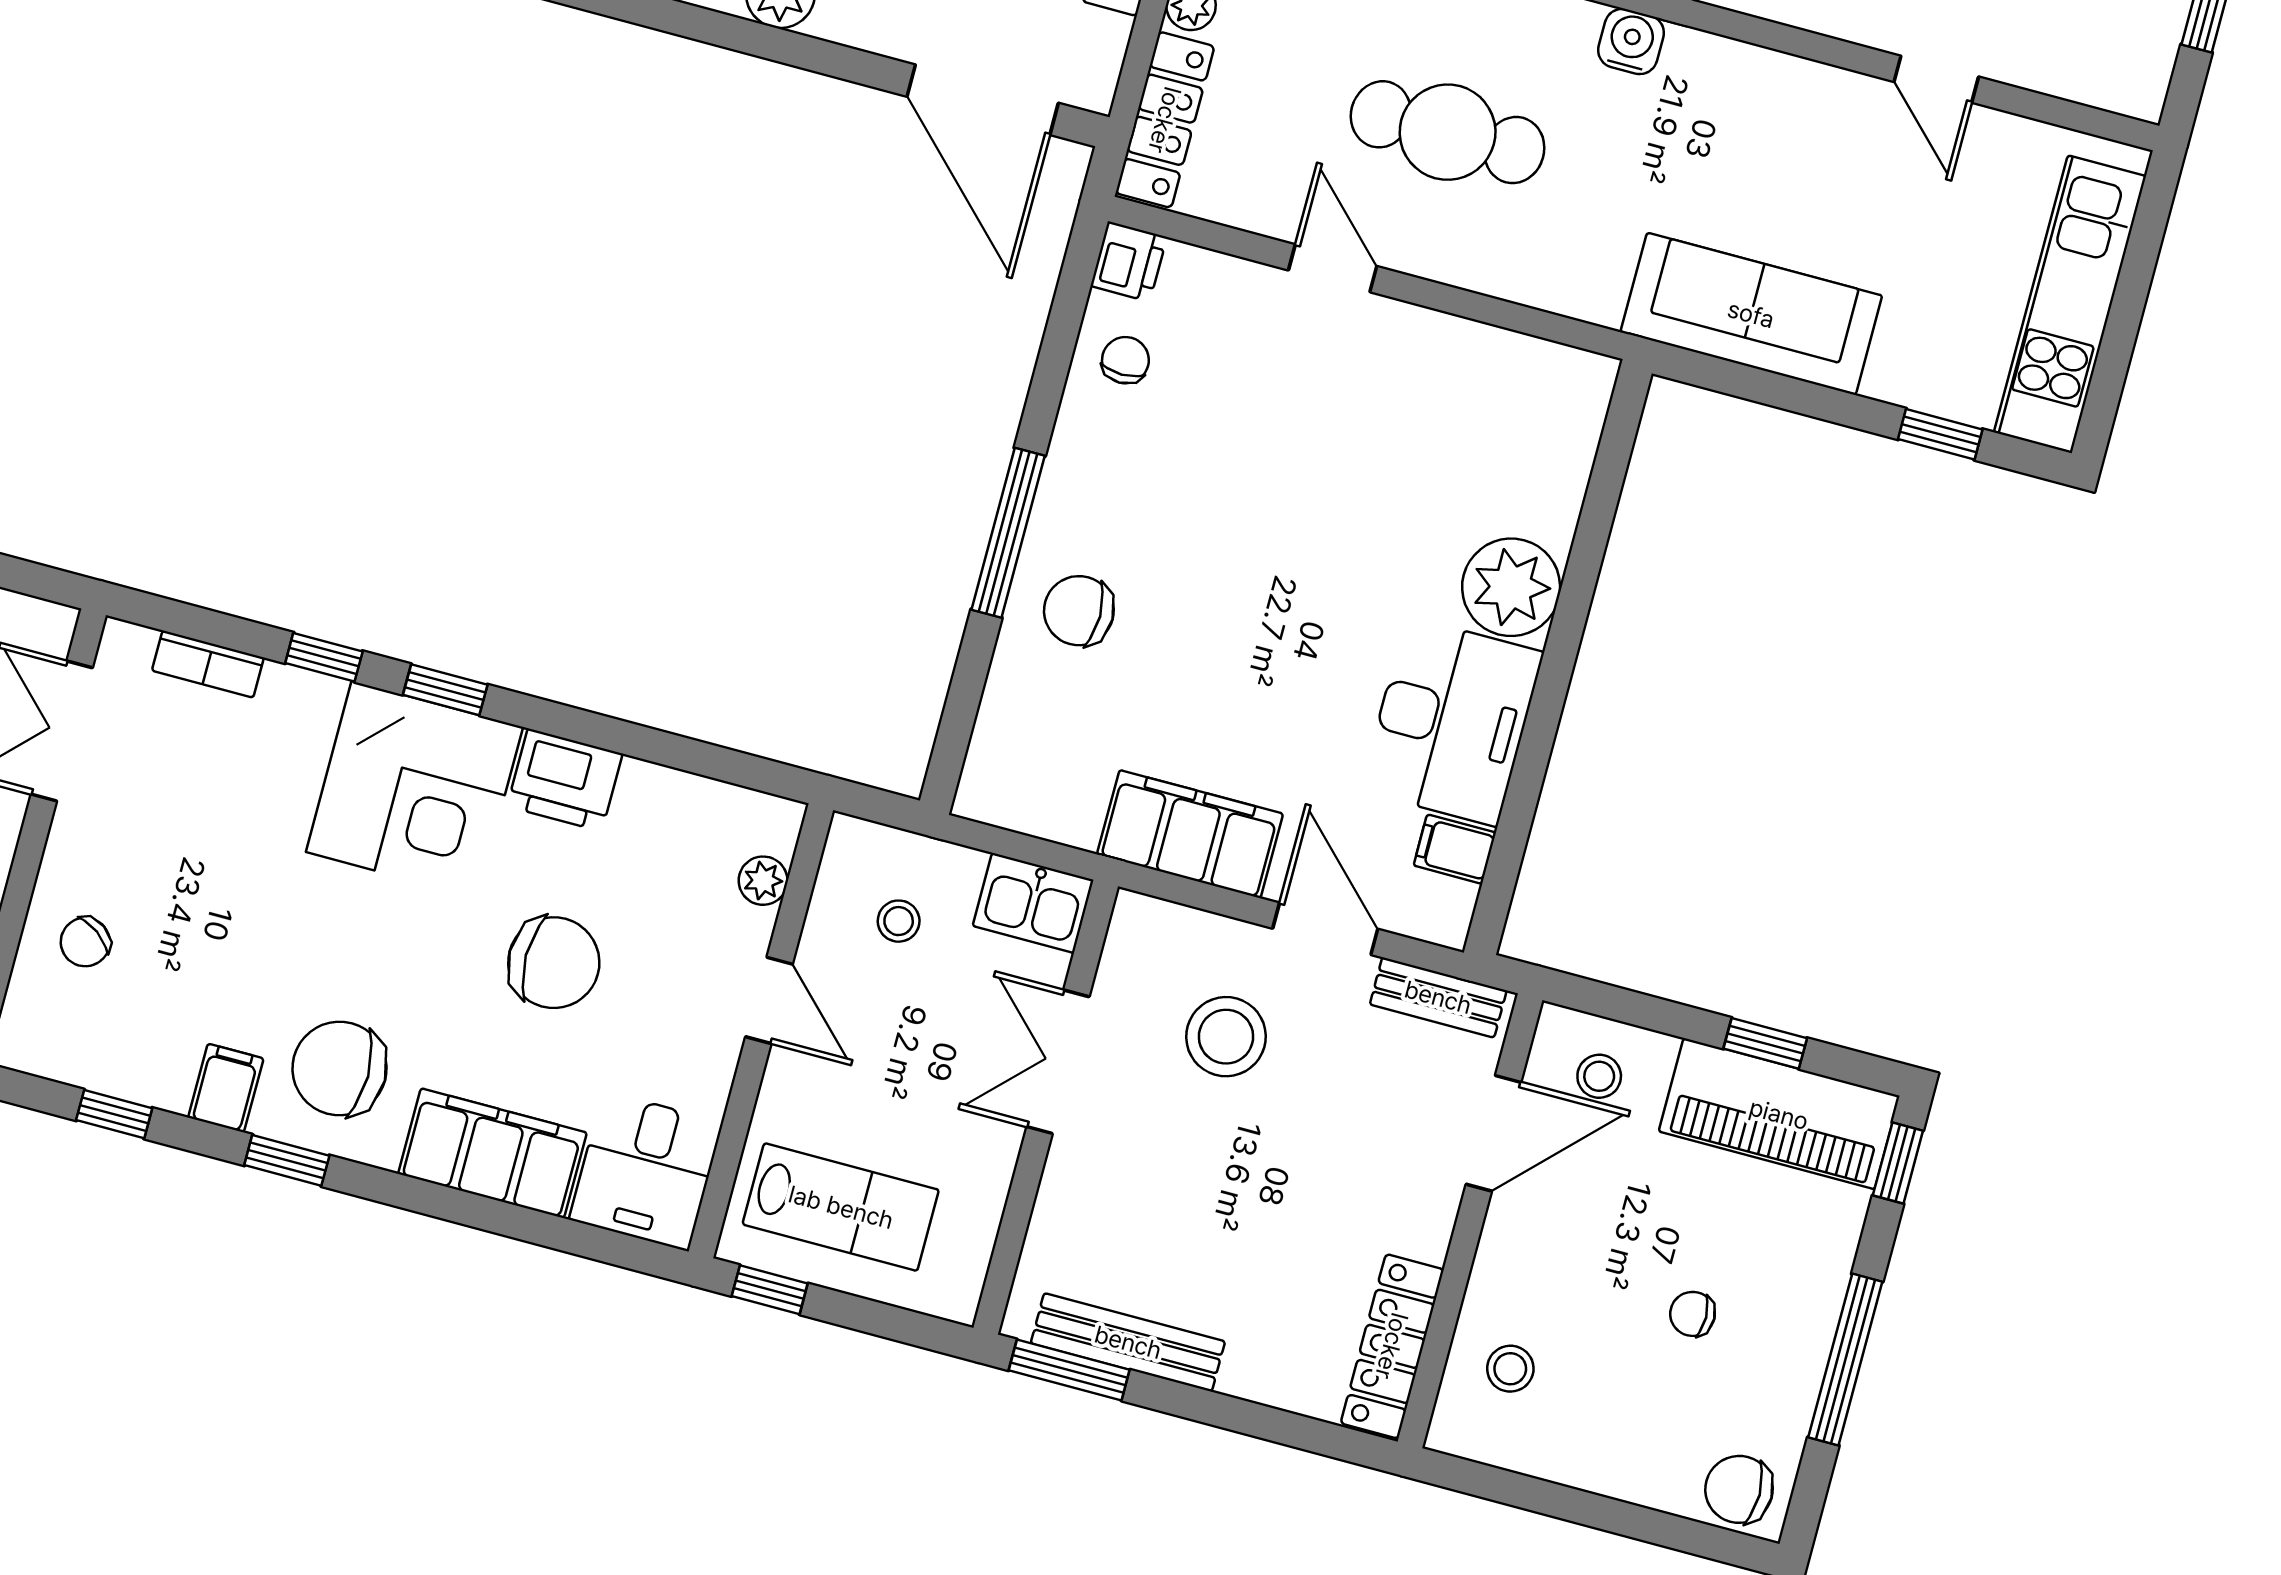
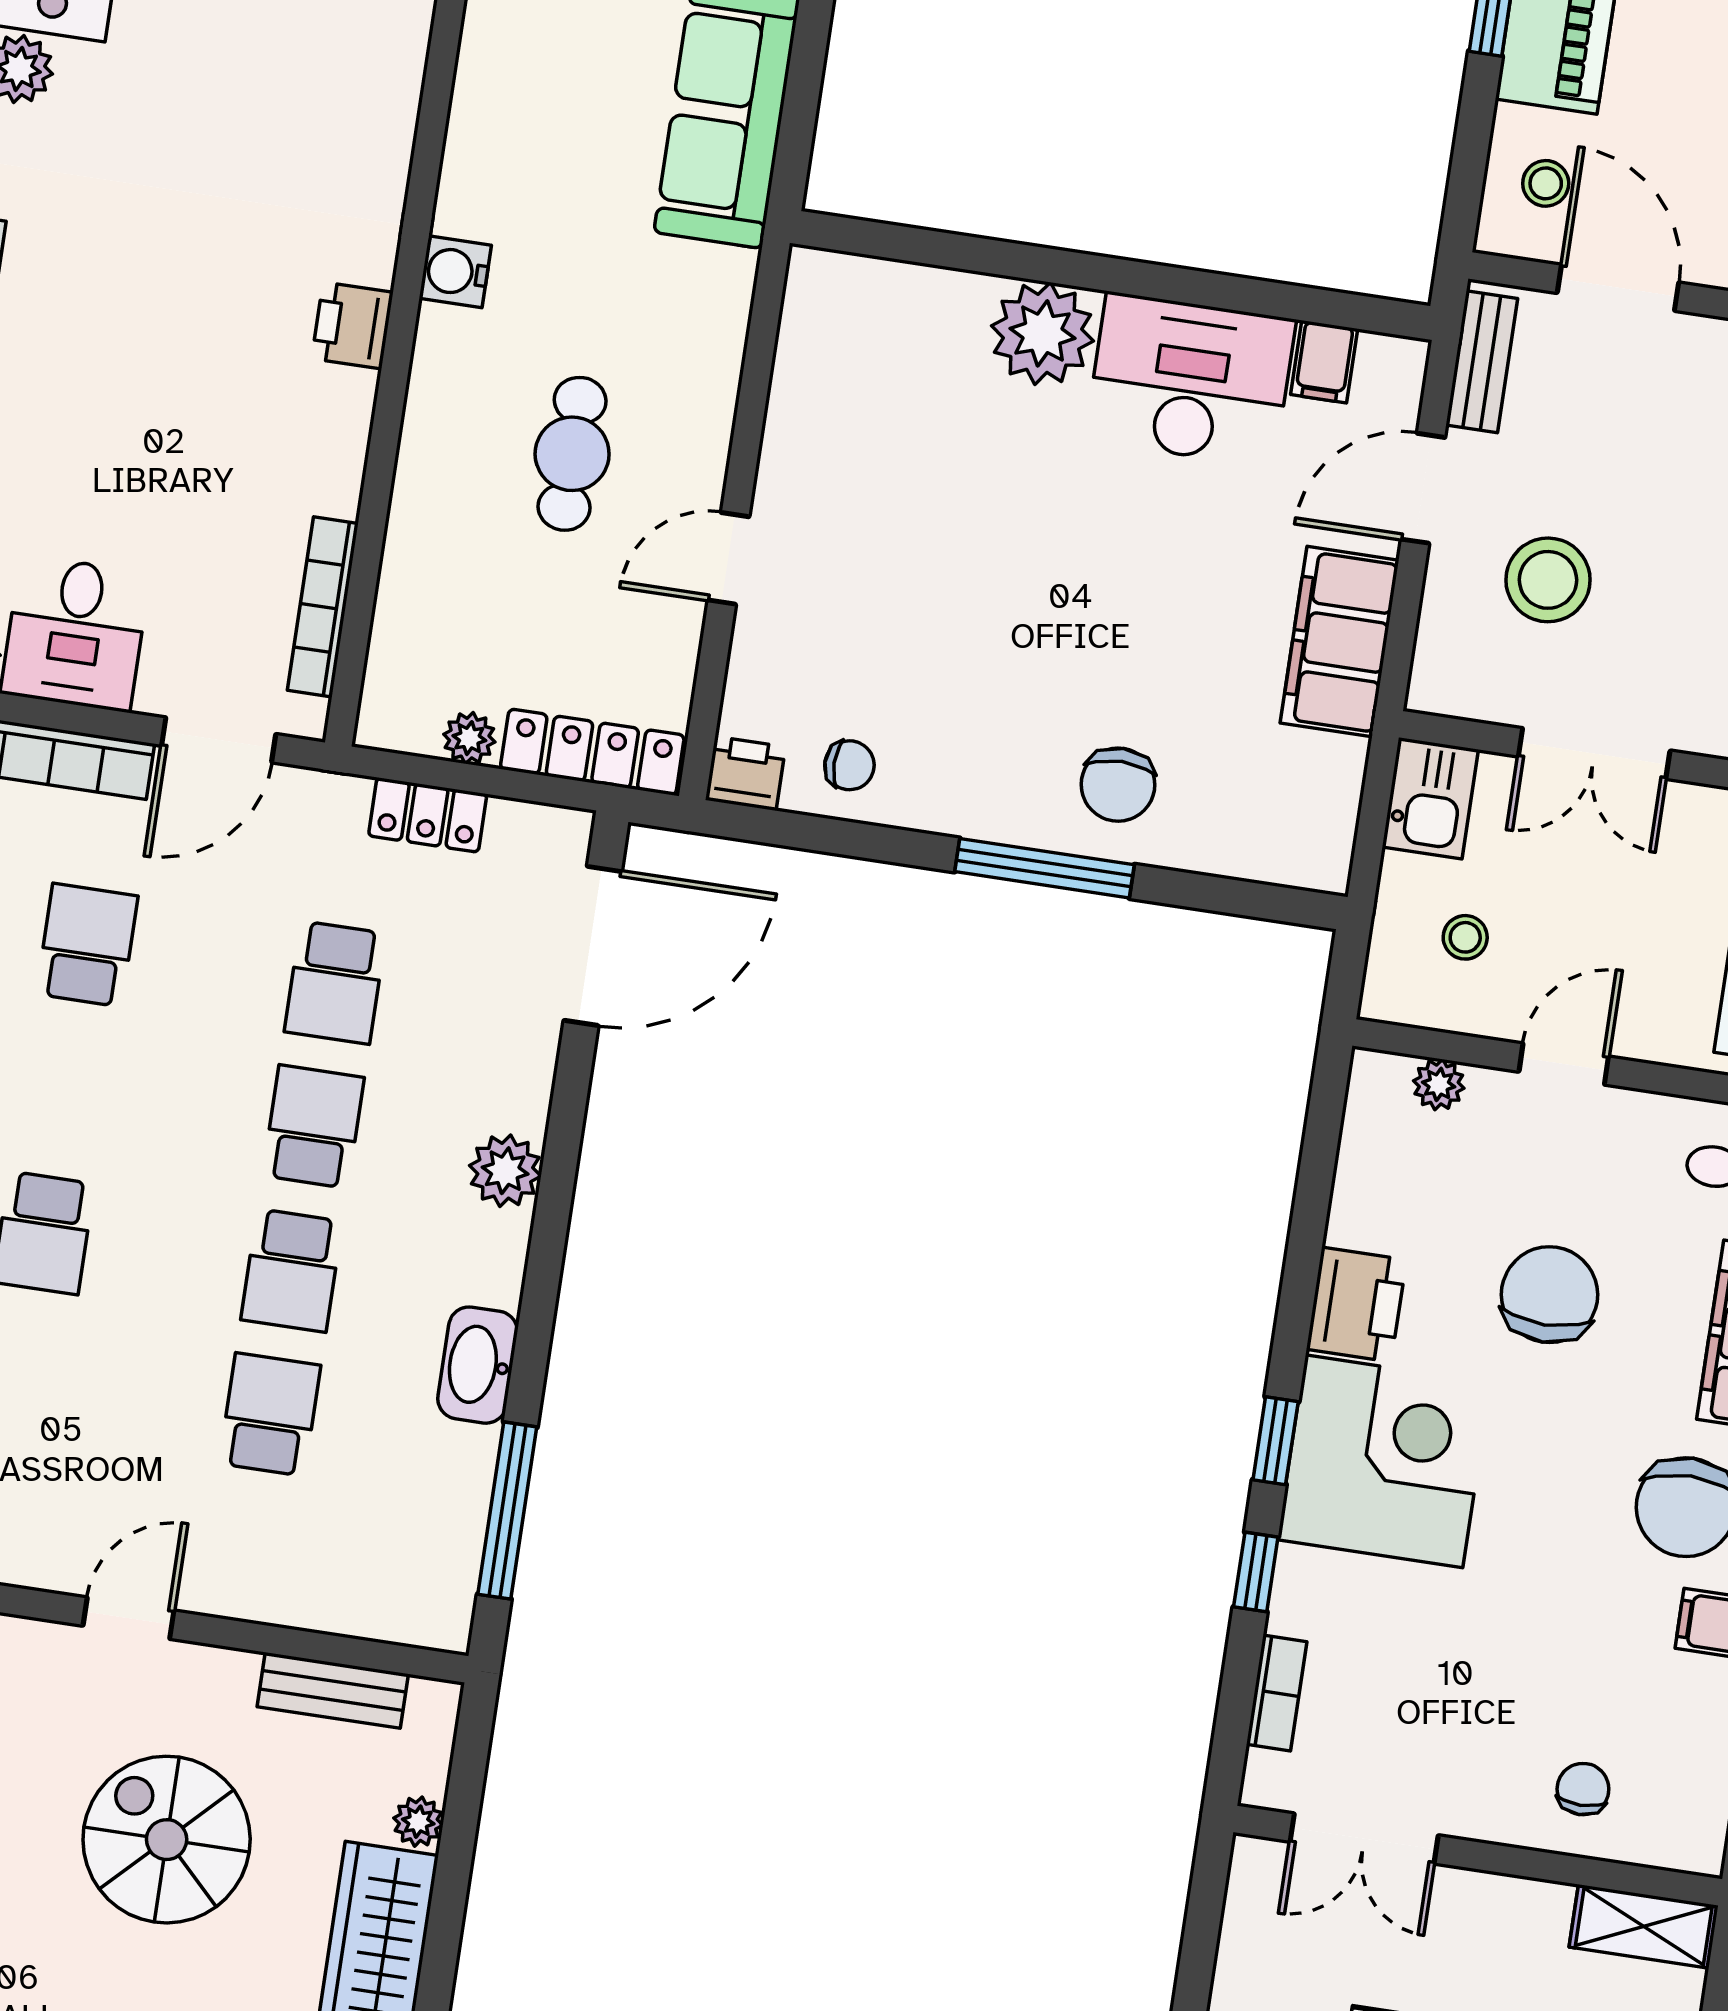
cafe table: (1448, 132) -> (572, 454), width x0.73, depth x0.74
chair: (1125, 360) -> (849, 765), turned 180
chair: (85, 942) -> (1583, 1789), turned -126

